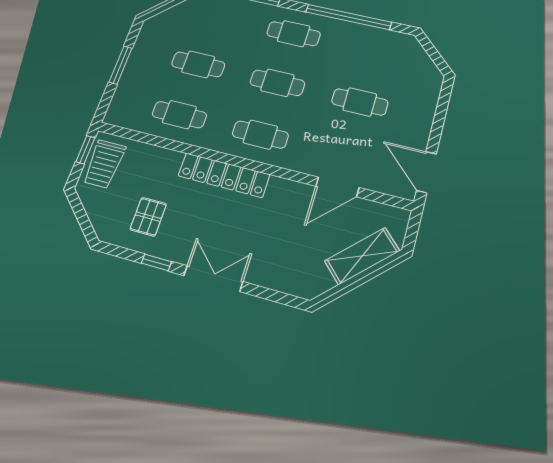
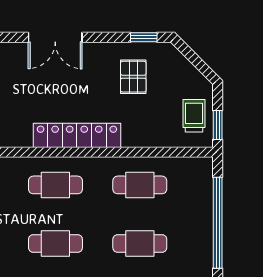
window: (121, 65) -> (218, 223), width x2.11
trolley: (104, 164) -> (194, 116), width x0.73, depth x0.72
window: (156, 262) -> (144, 37), moved

